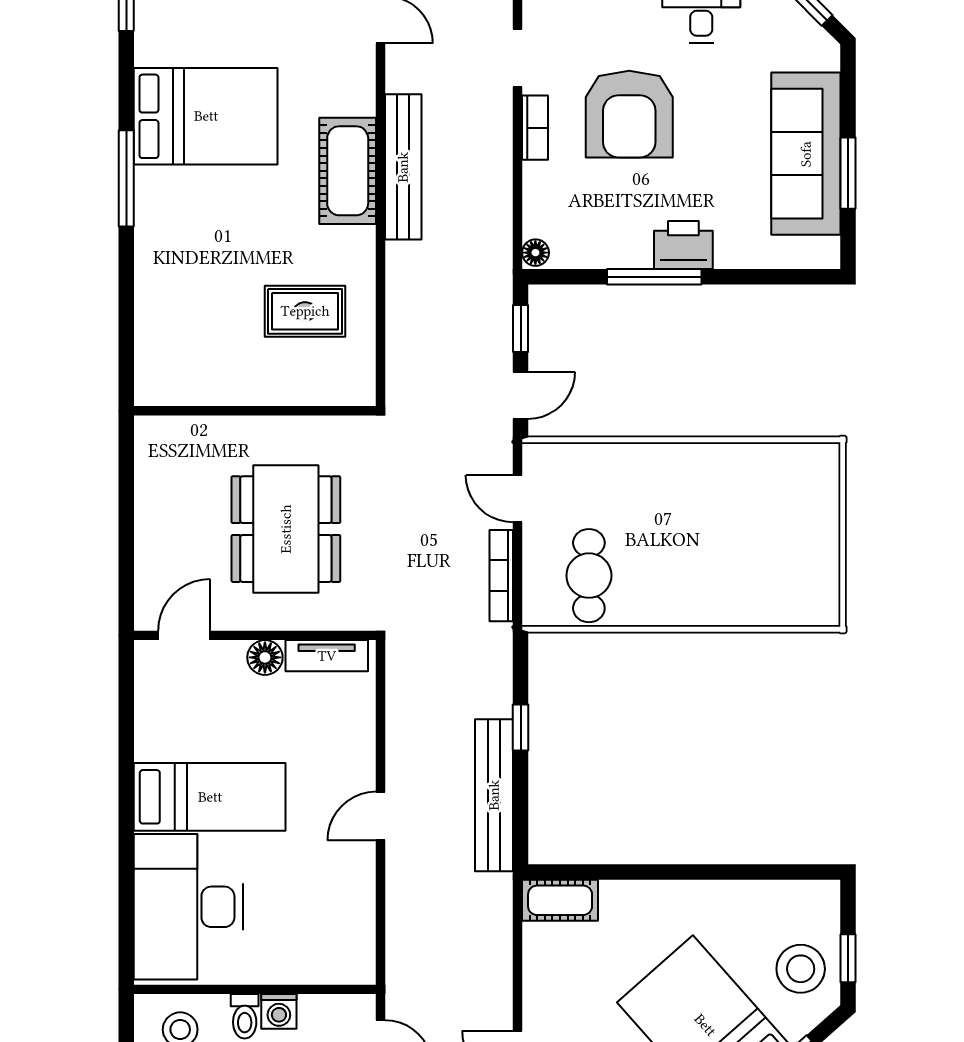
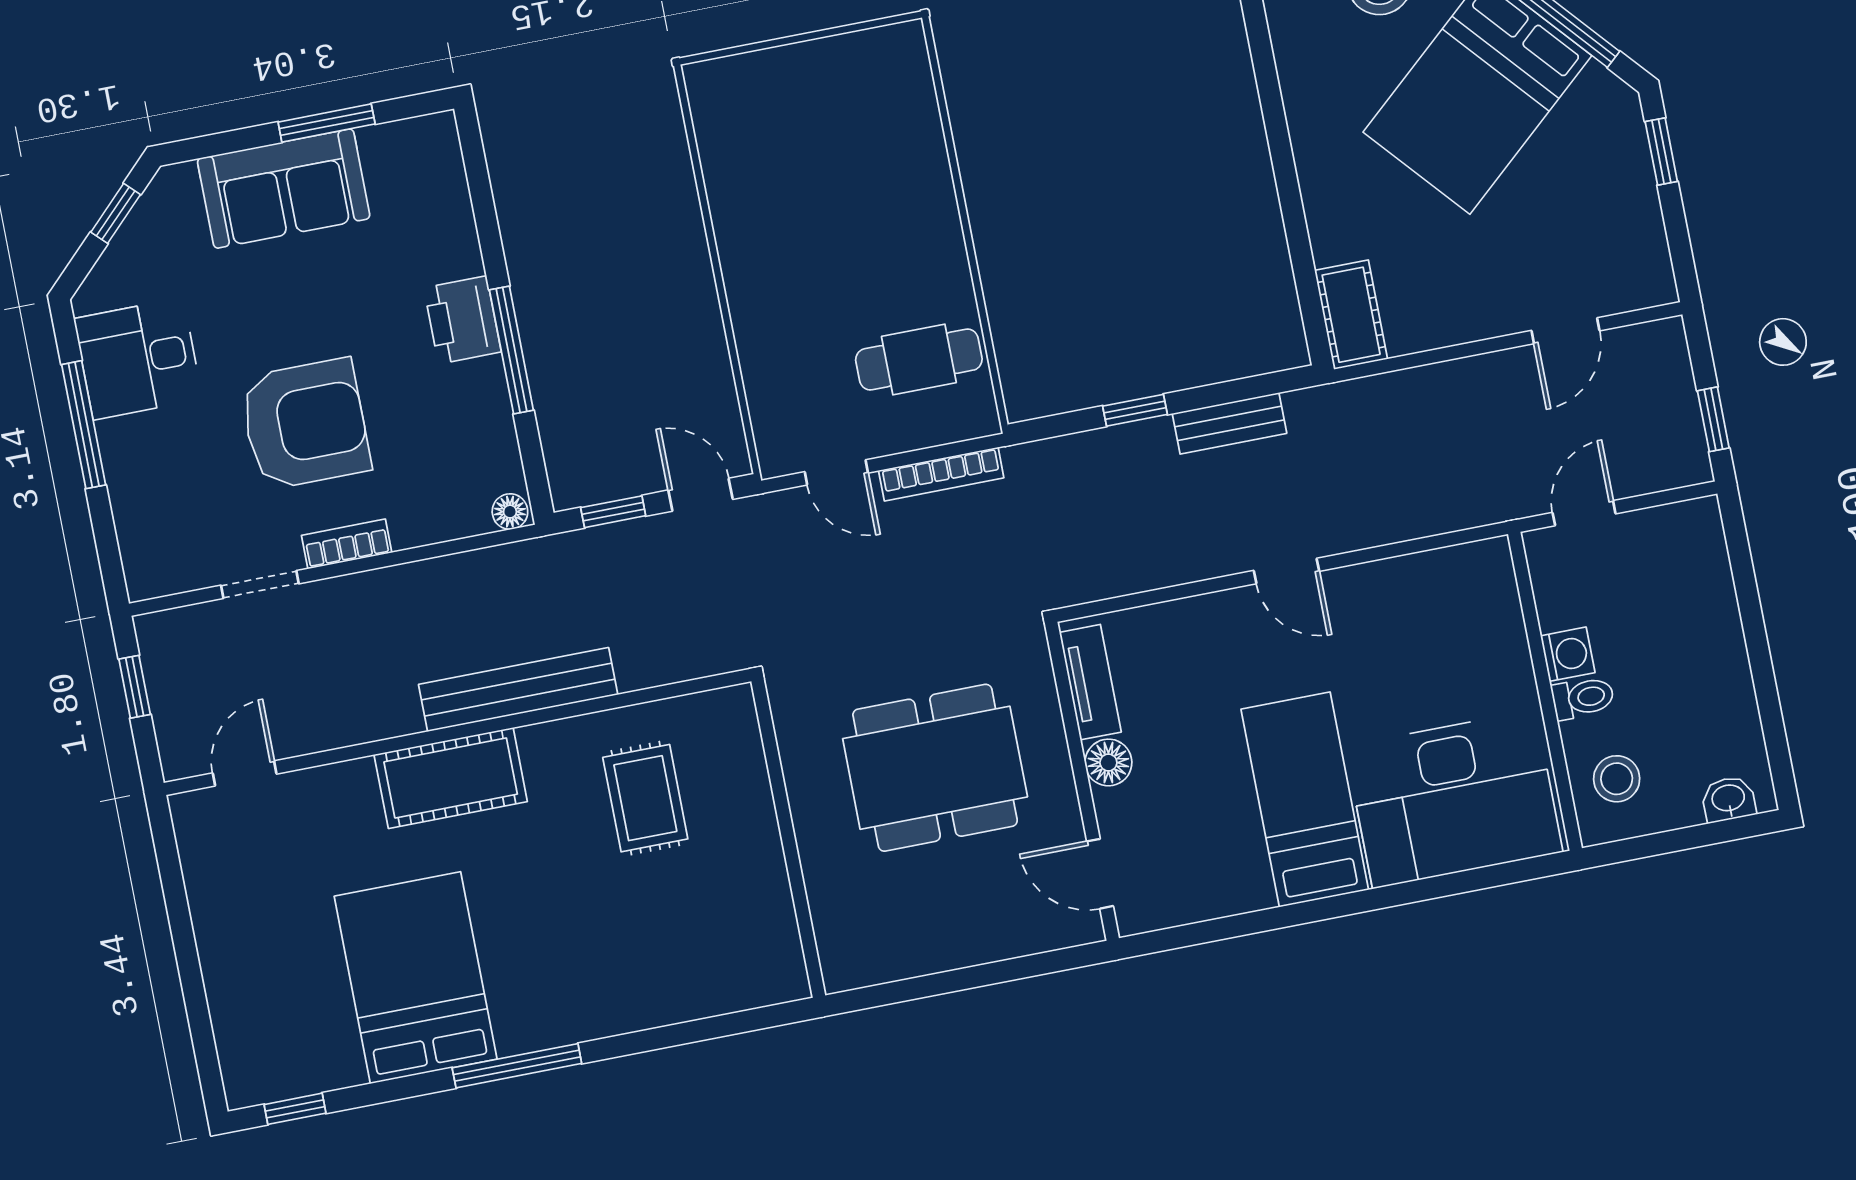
sofa: (806, 154) -> (284, 189), width x0.73
bench: (403, 167) -> (518, 690), moved
door: (518, 499) -> (836, 472), hinge flipped
bench: (494, 795) -> (1229, 423), width x0.54, depth x0.82

